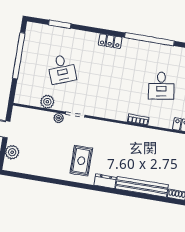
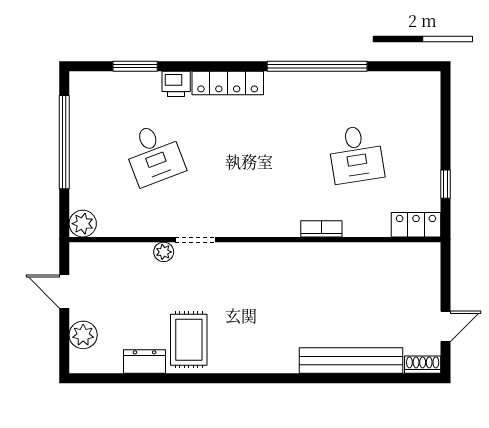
printer: (79, 36) -> (176, 84), added
locker: (110, 41) -> (228, 83), width x1.53
plant: (47, 102) -> (83, 224), moved
rug: (81, 161) -> (189, 340), moved
dresser: (105, 181) -> (145, 361), moved

